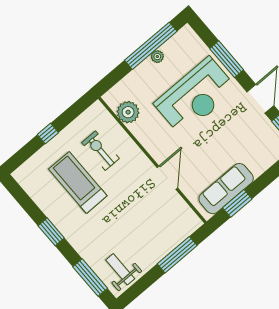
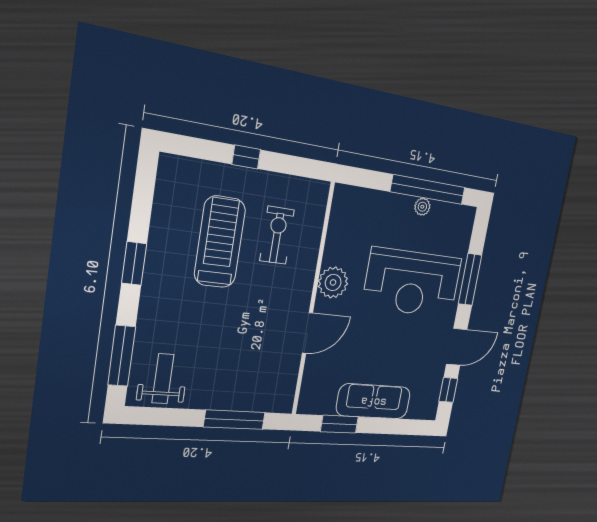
plant: (128, 112) -> (333, 282), moved
sofa: (226, 189) -> (374, 401), moved

